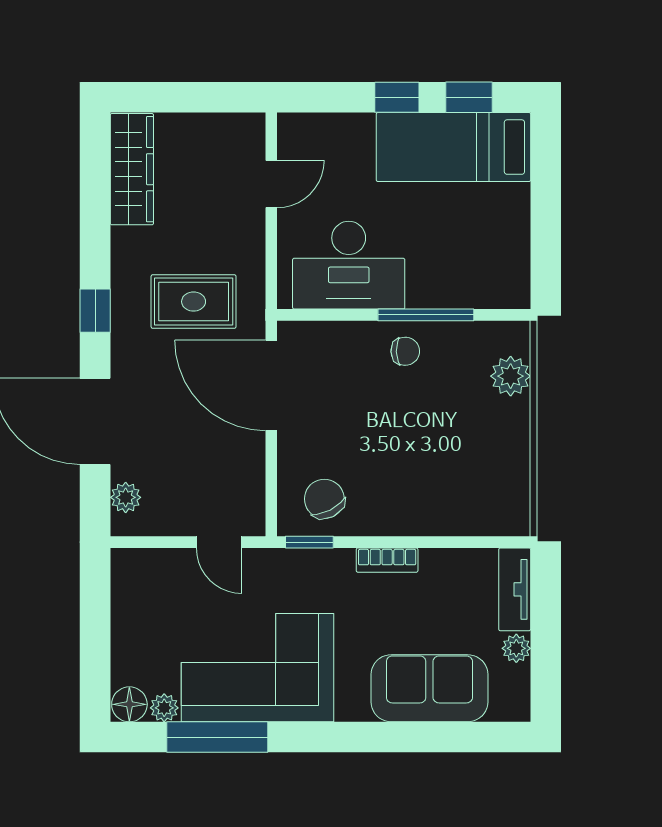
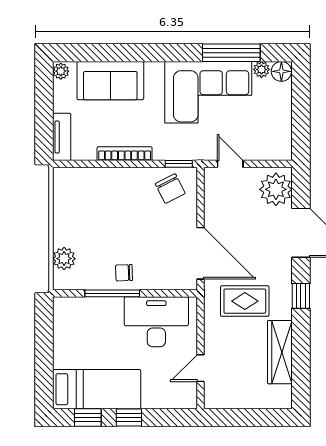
wardrobe: (132, 169) -> (280, 352), moved
plant: (126, 497) -> (276, 189), width x1.88, depth x1.88
bookcase: (387, 560) -> (125, 154), width x1.56
plant: (516, 648) -> (61, 71), moved

